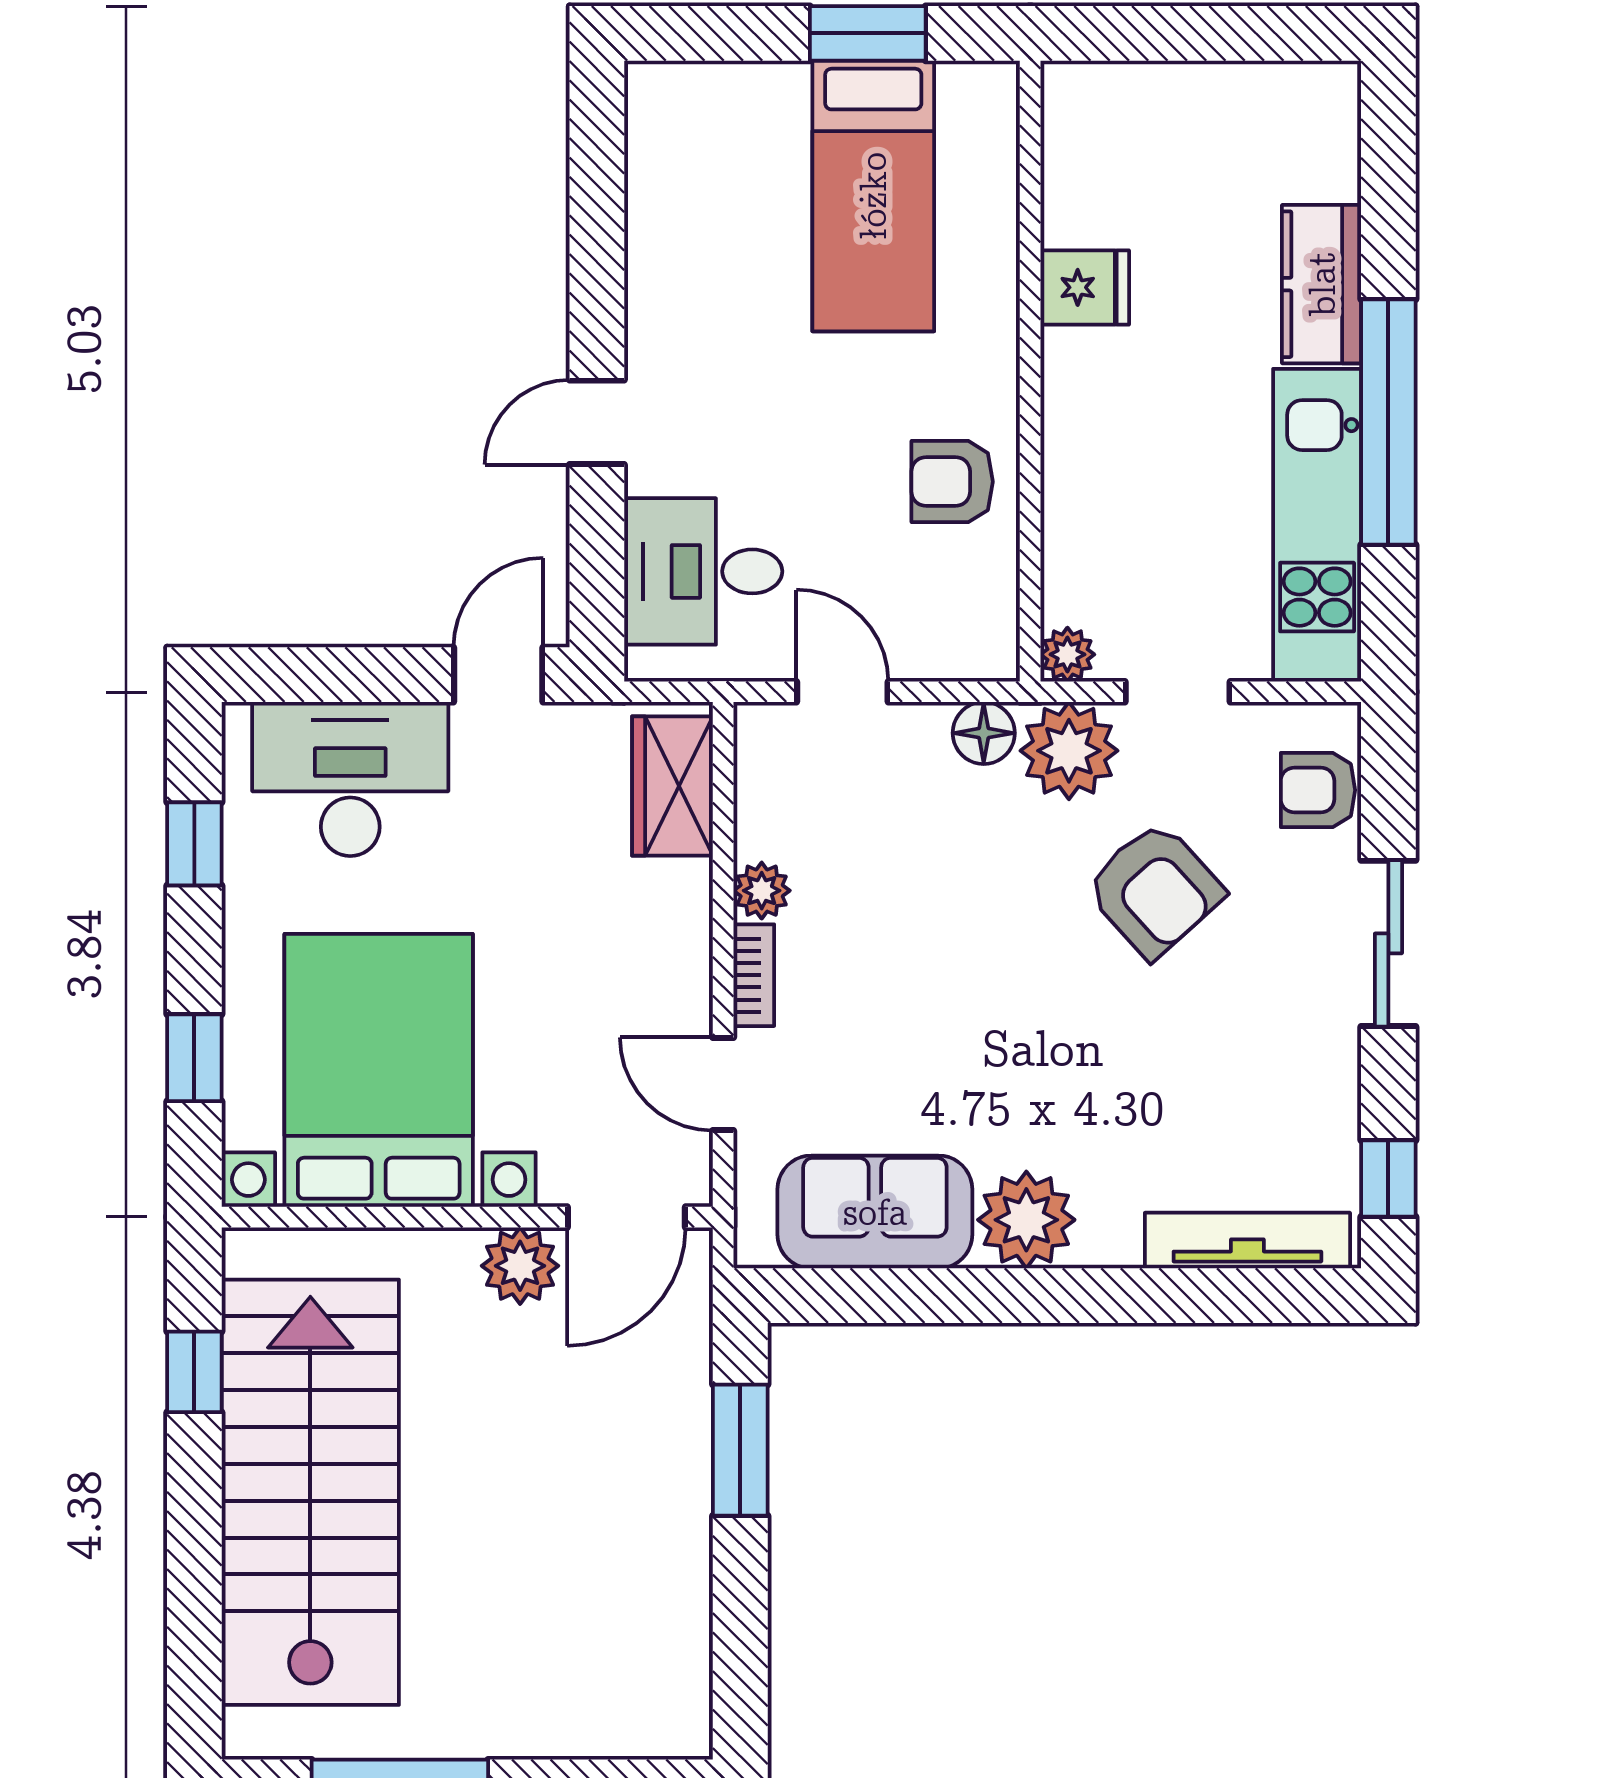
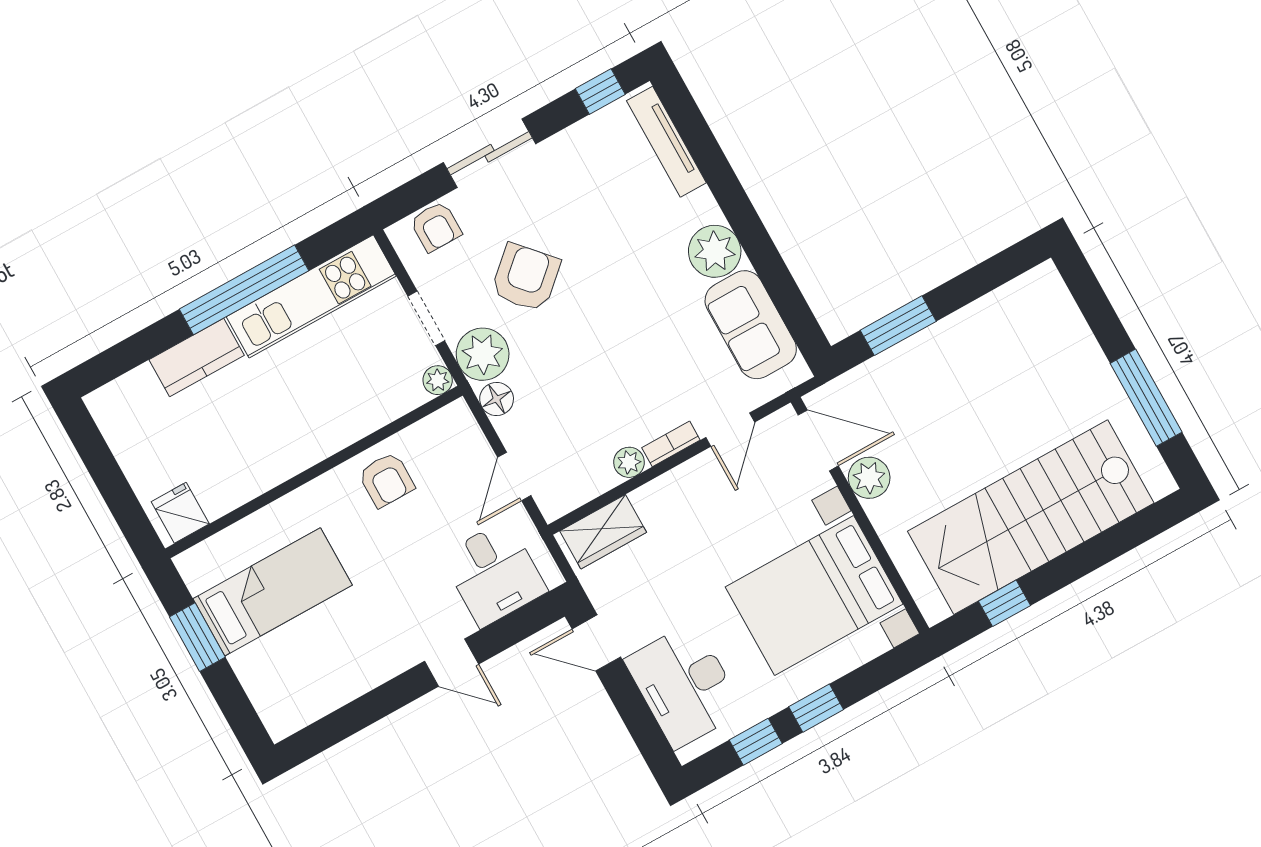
fridge: (1085, 287) -> (180, 513), moved
window: (194, 1058) -> (816, 708), moved

